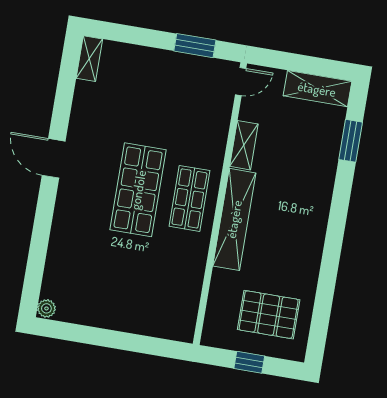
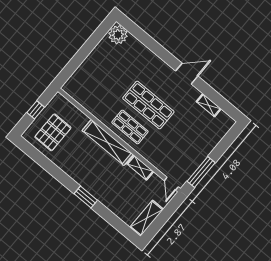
window: (195, 46) -> (201, 172), width x1.44
shelving: (89, 59) -> (209, 105), moved
window: (351, 141) -> (86, 197), moved
plant: (46, 308) -> (118, 35), width x1.88, depth x1.88

